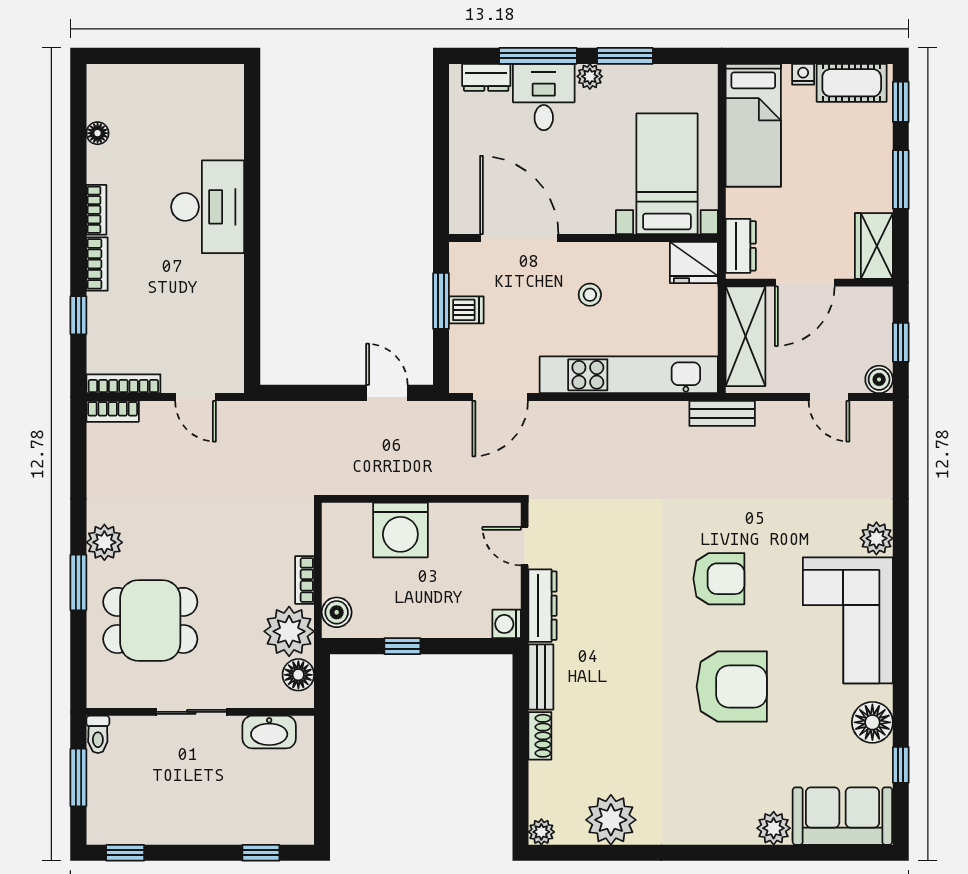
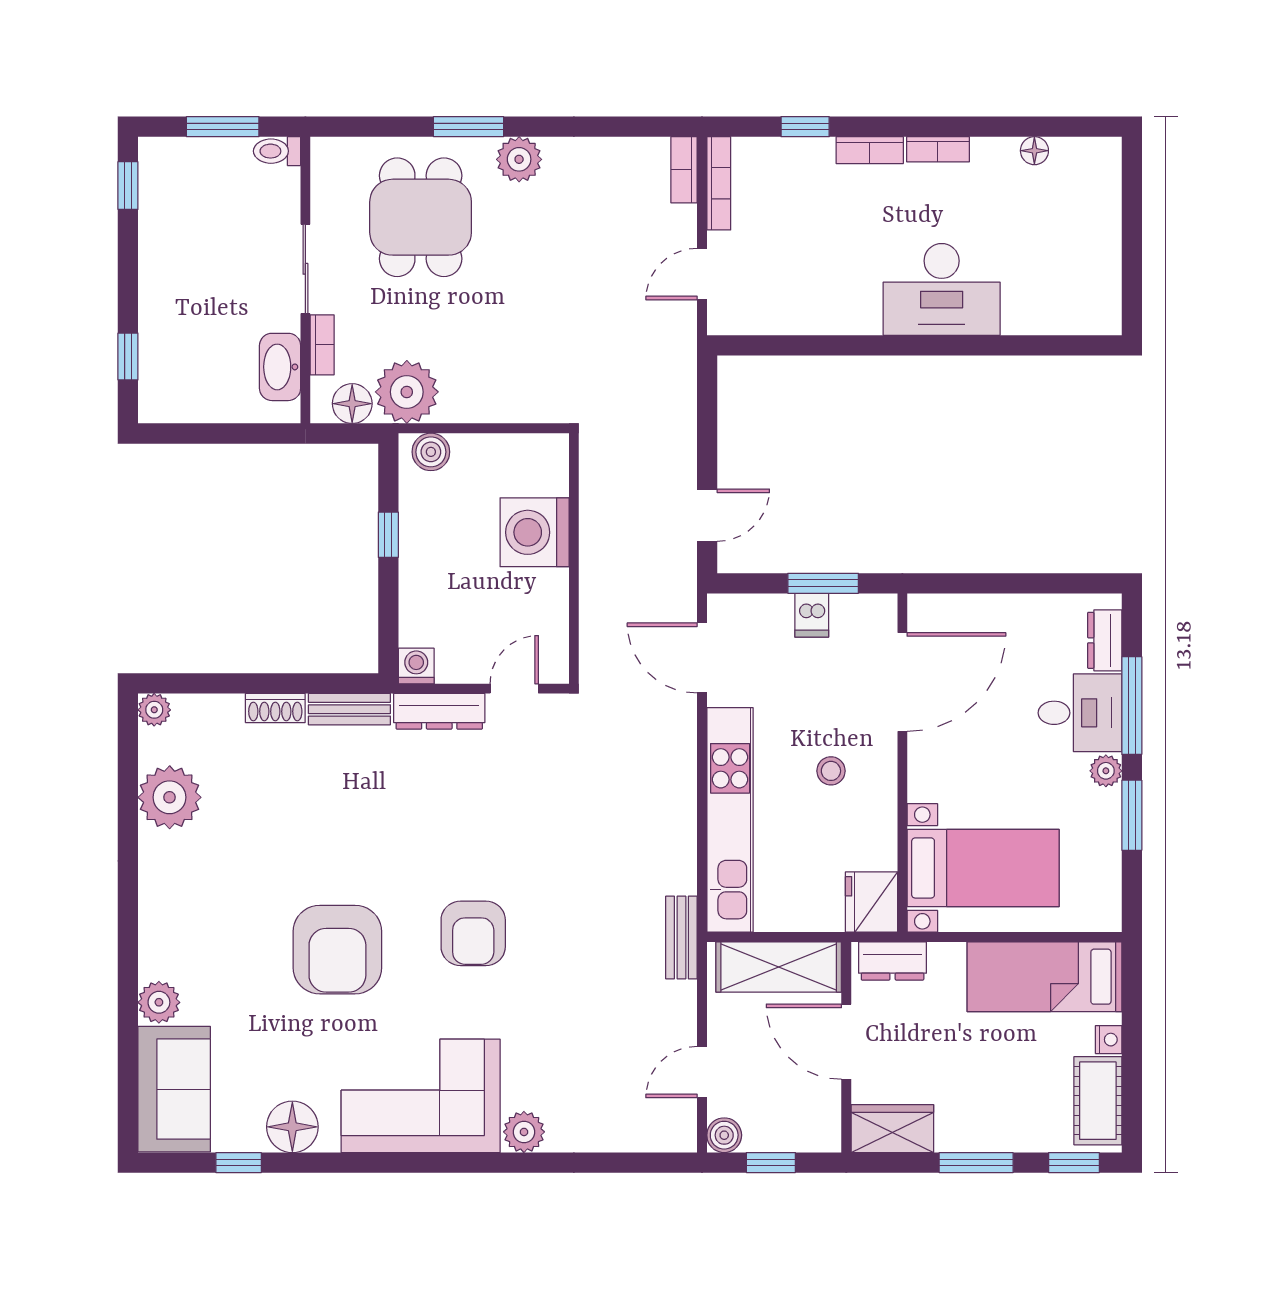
bookcase: (305, 580) -> (322, 345), moved, turned 90

